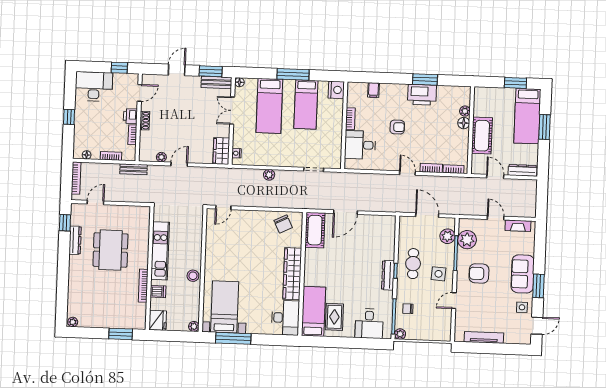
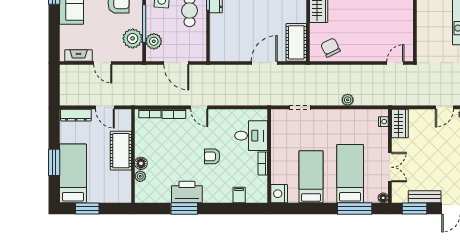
window: (293, 74) -> (355, 209), moved
bench: (216, 82) -> (425, 197), moved

